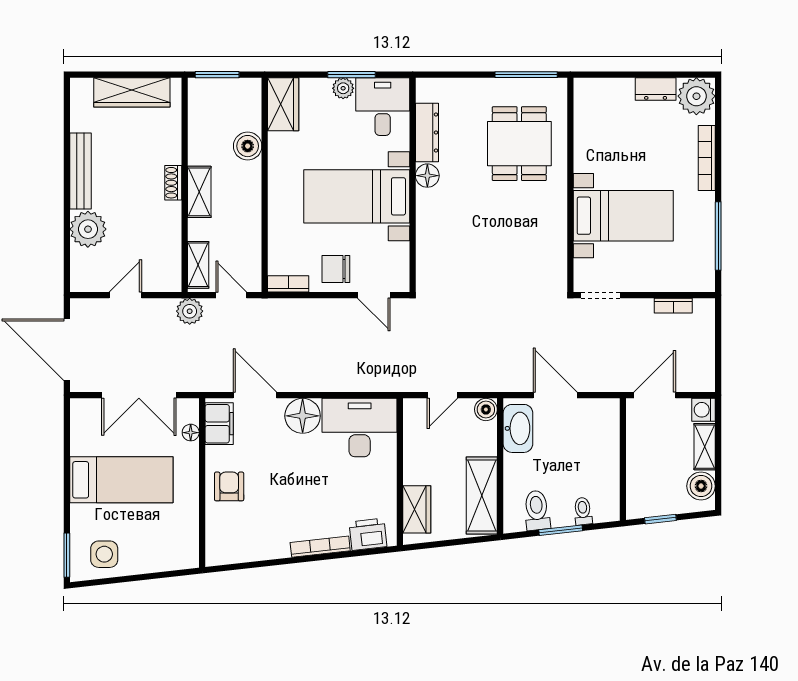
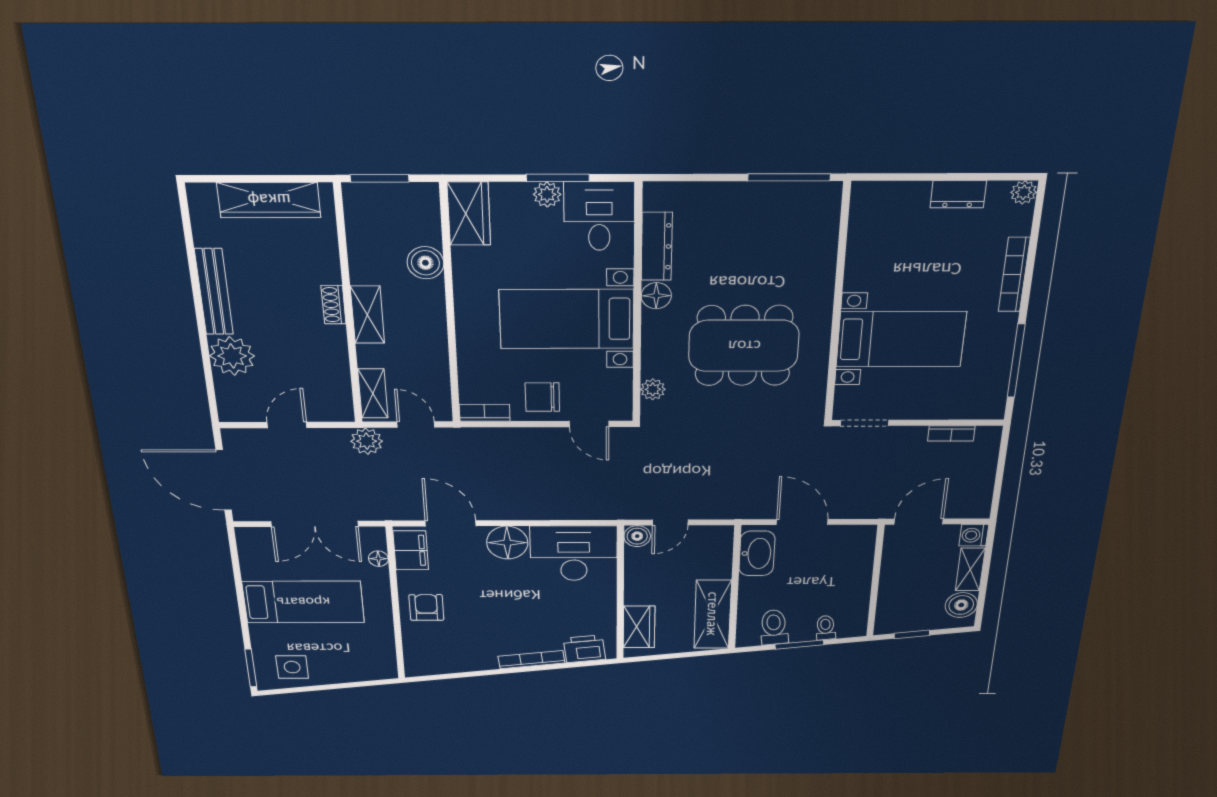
plant: (696, 96) -> (1024, 192), width x0.53, depth x0.53
dining table: (519, 144) -> (744, 346), moved, width x1.38
plant: (426, 262) -> (653, 389), added
boiler: (486, 409) -> (637, 536), moved

